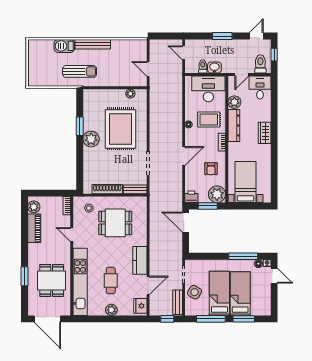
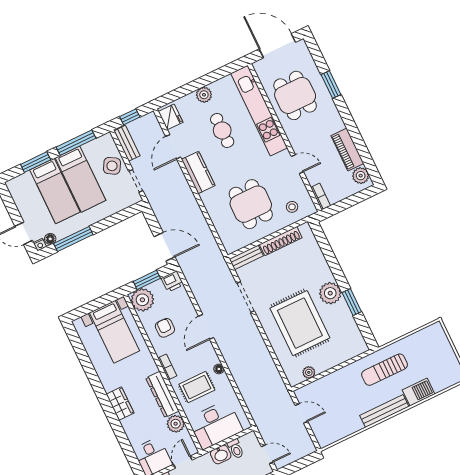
dining table: (115, 223) -> (251, 204), turned 90

